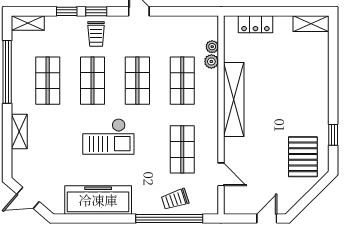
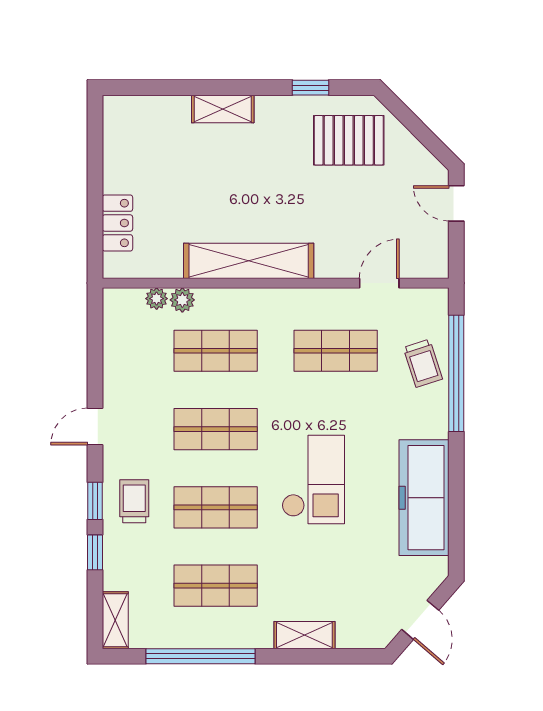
shelving: (311, 24) -> (223, 109), moved, turned 90
trolley: (96, 34) -> (134, 501), turned -90

